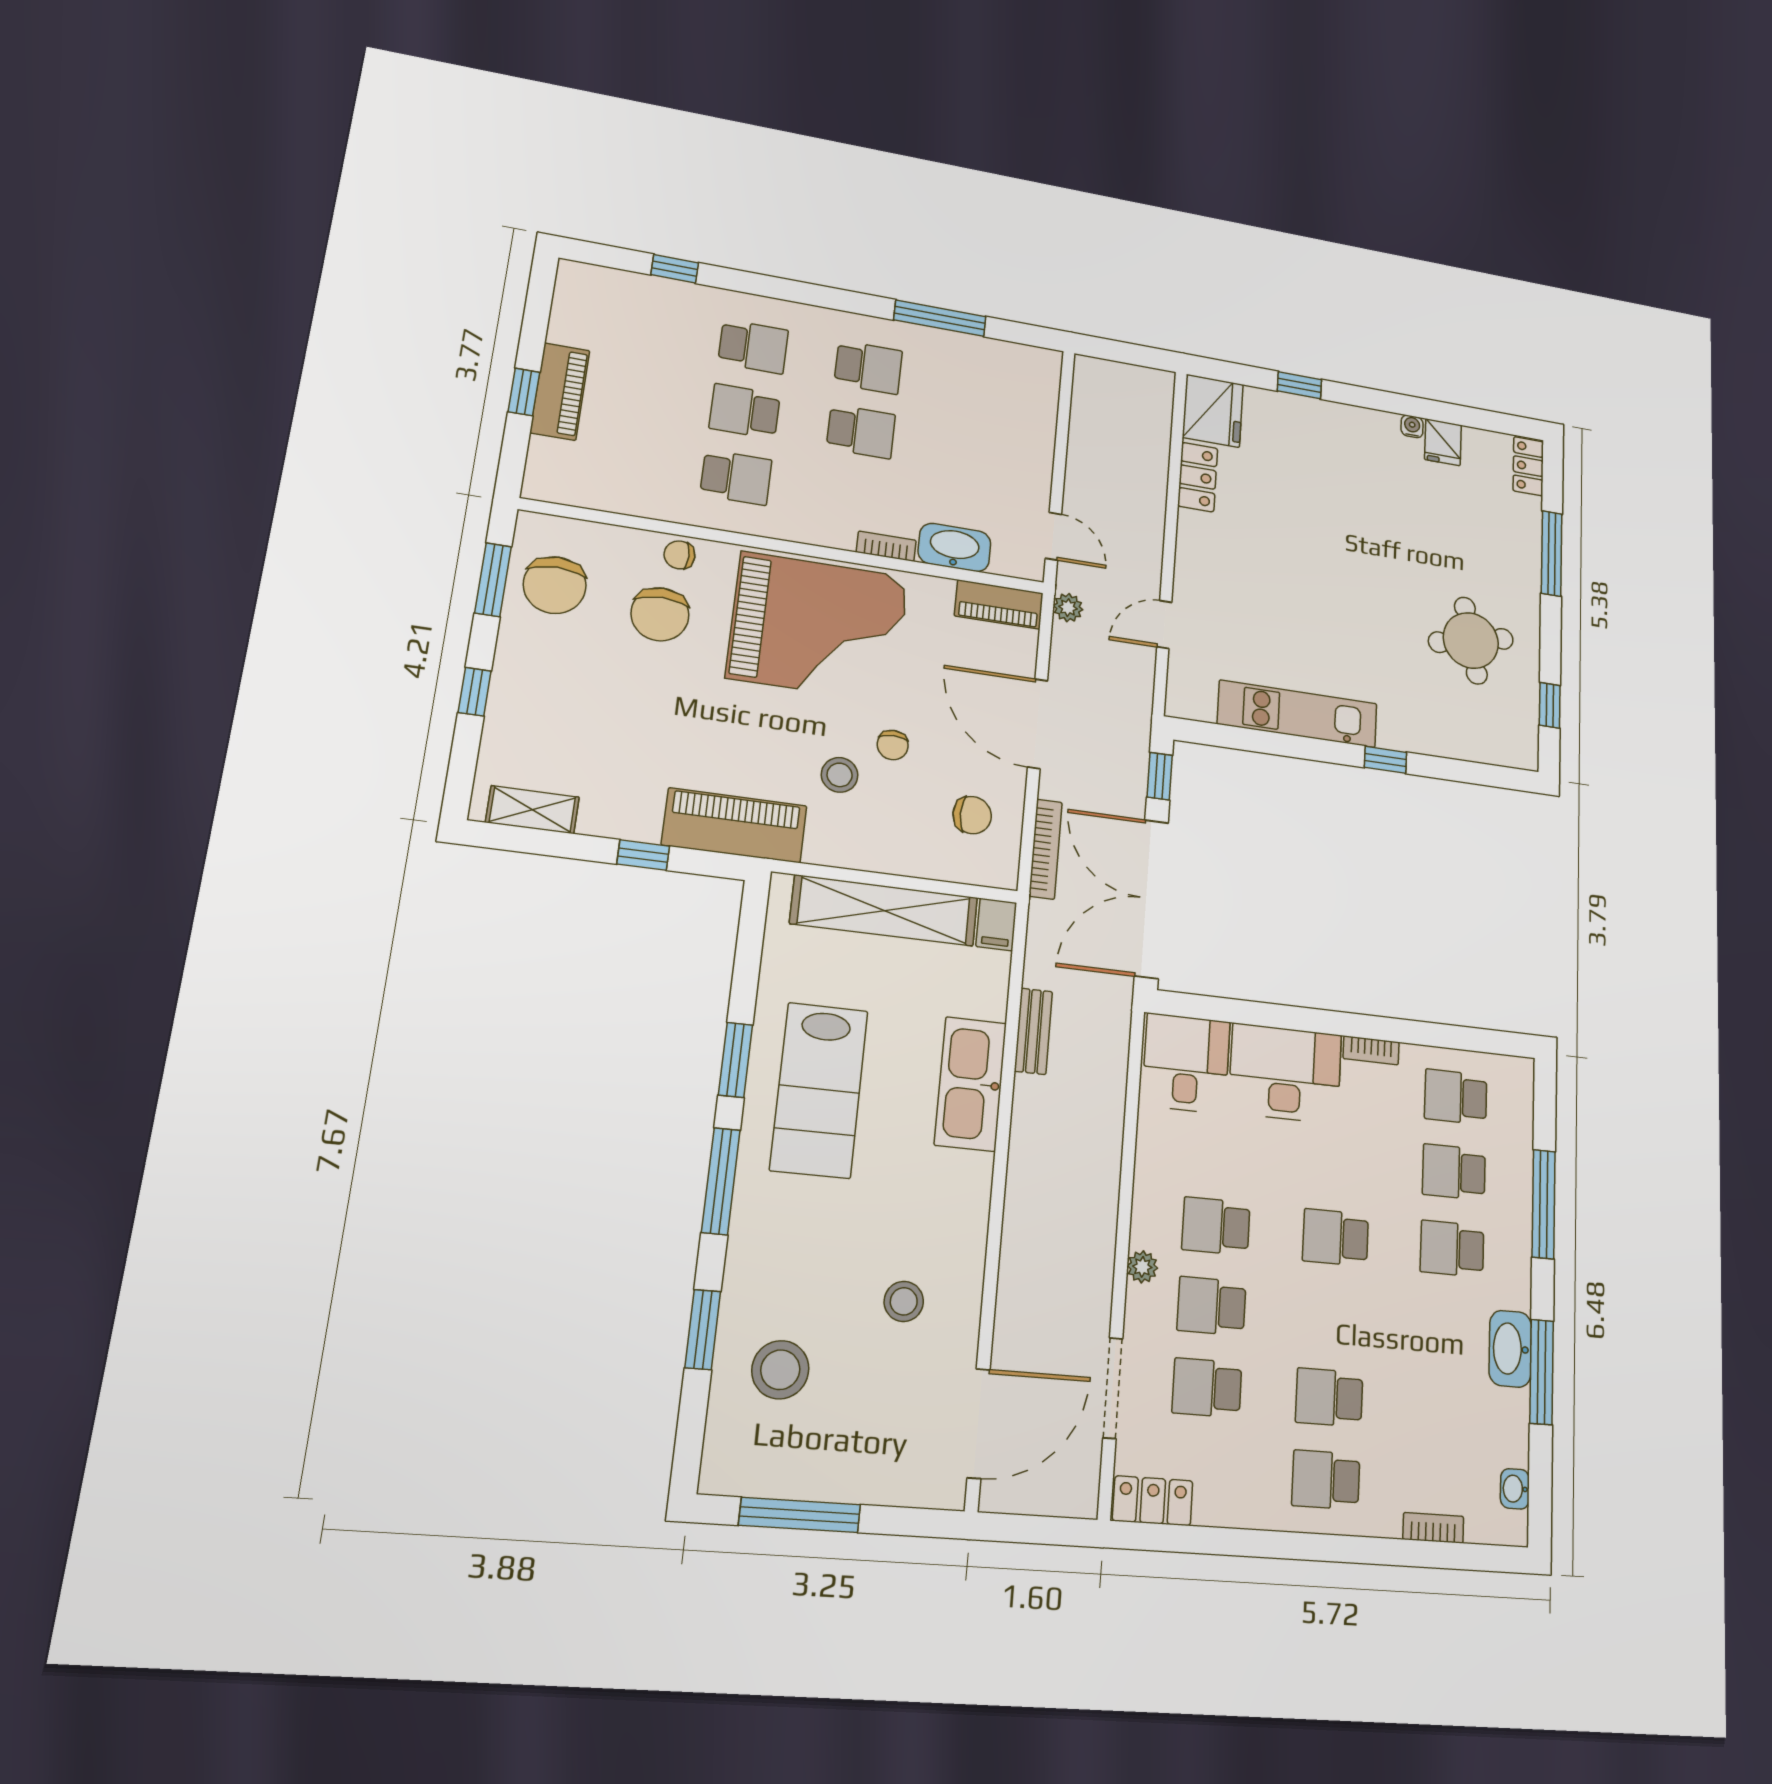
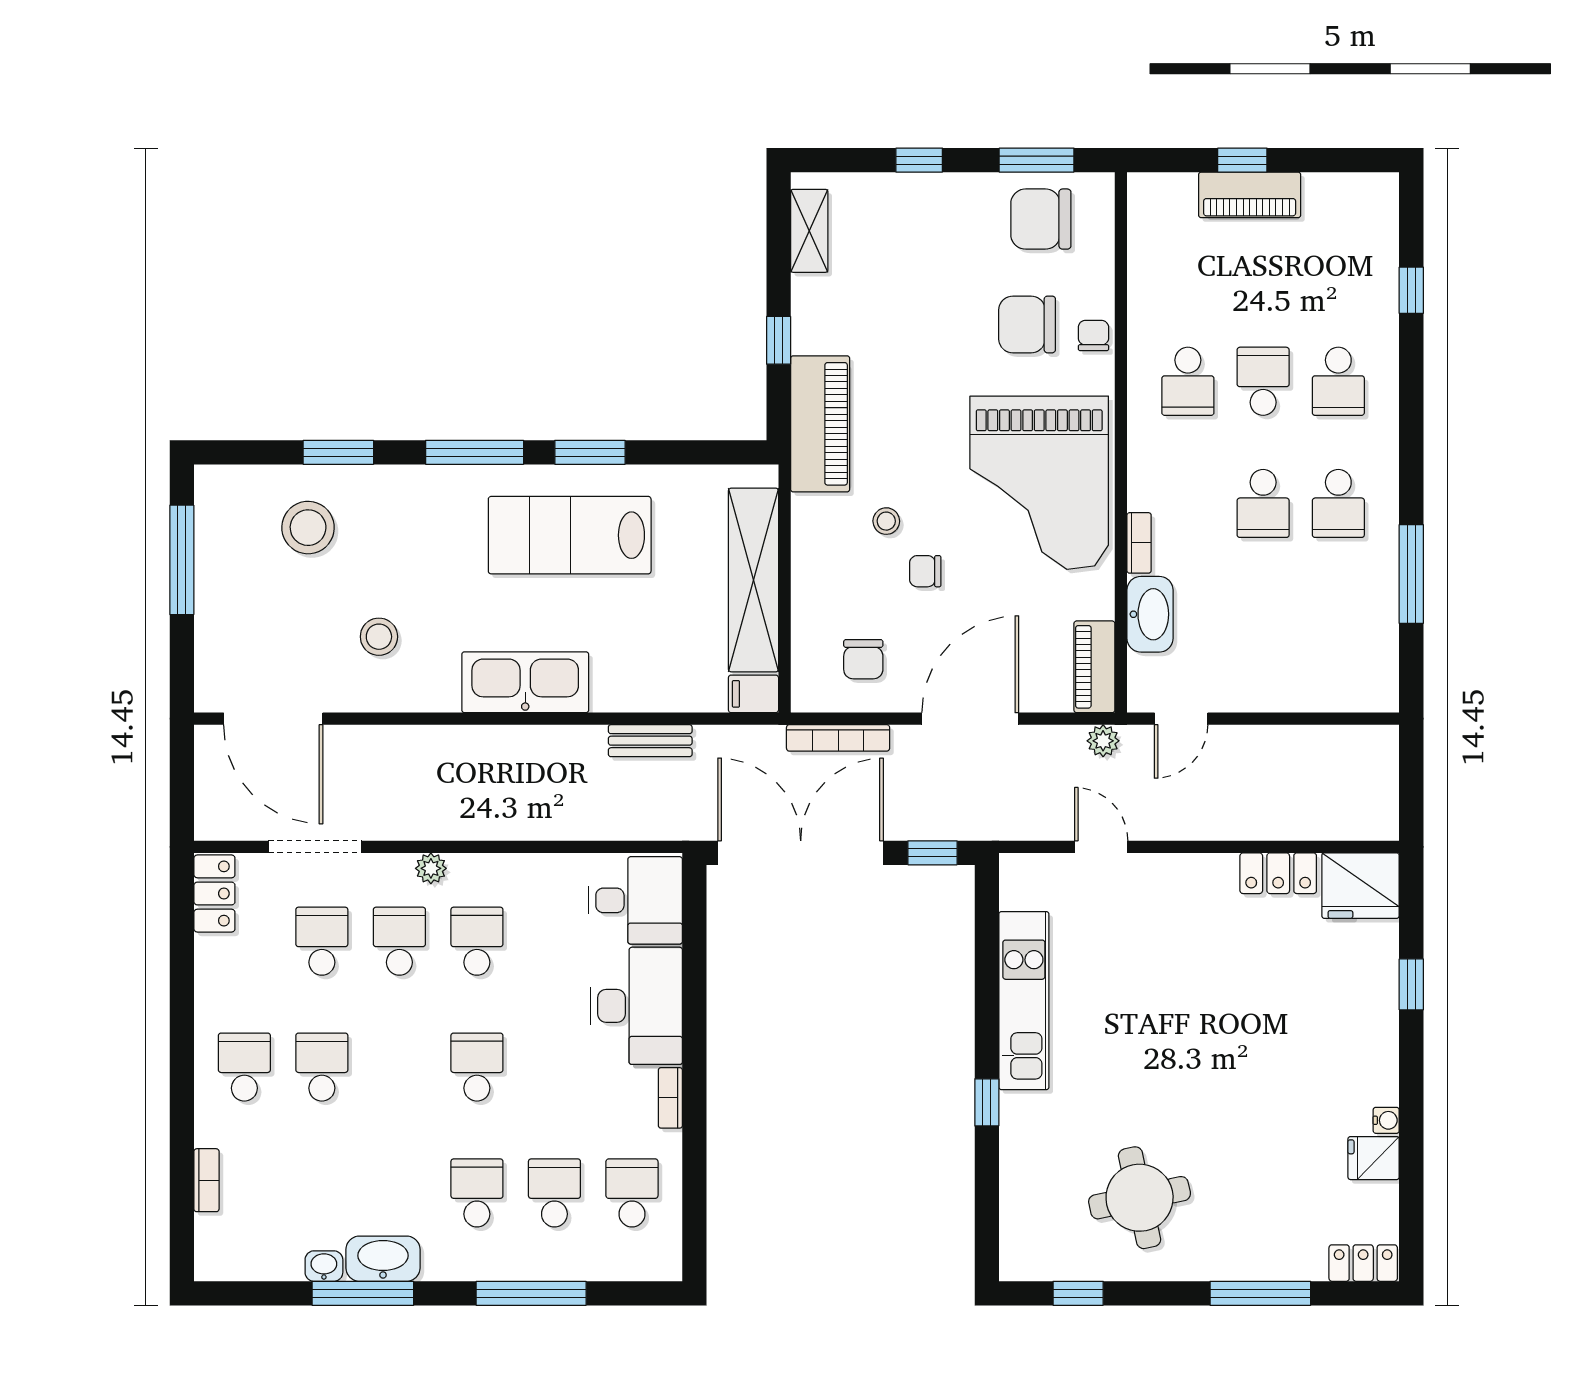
stool: (840, 775) -> (886, 521), width x0.73, depth x0.73
kitchen sink: (971, 1084) -> (525, 682), moved
washbasin: (1515, 1489) -> (324, 1266), moved

